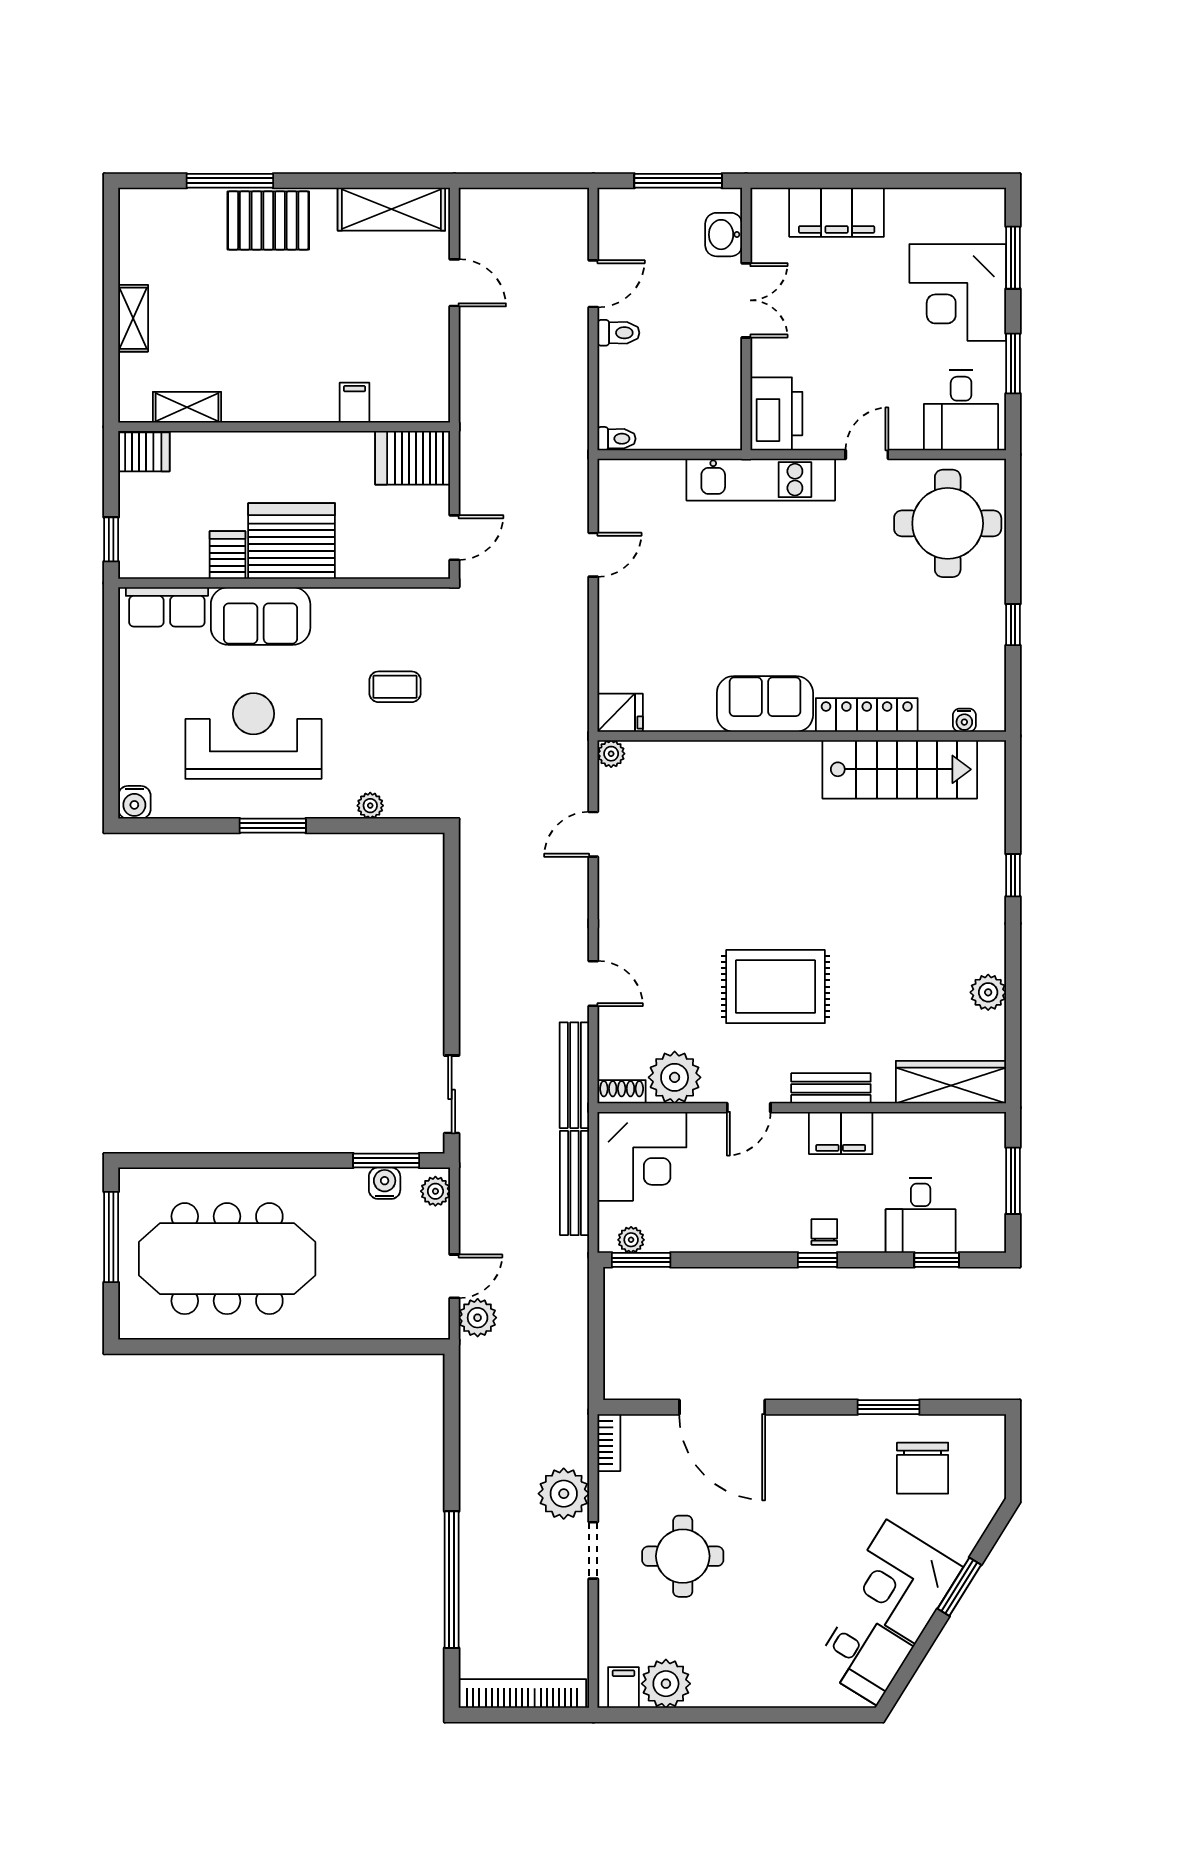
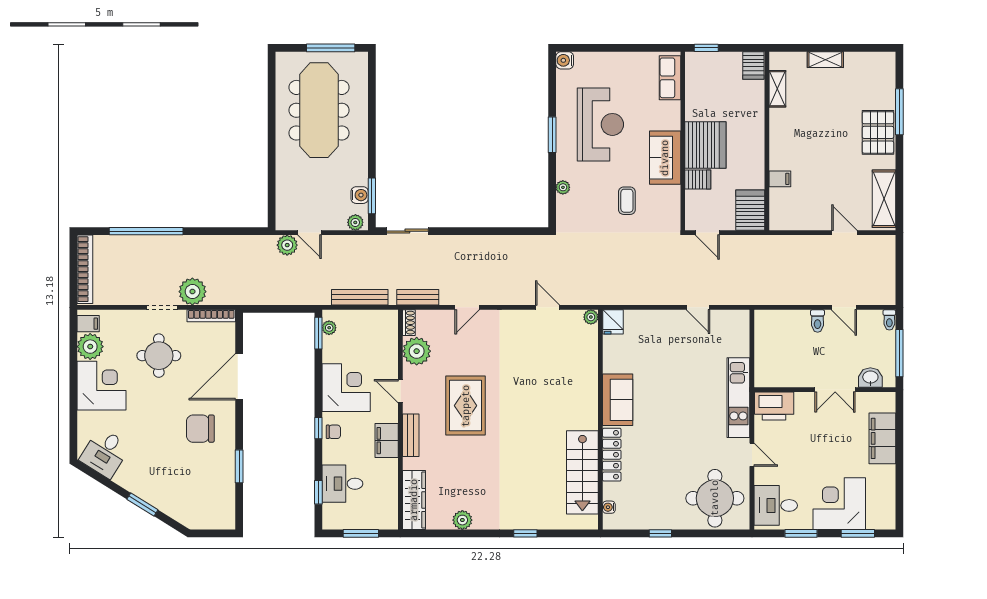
door: (454, 283) -> (844, 233), swing flipped
toilet: (617, 439) -> (889, 320), moved
server rack: (227, 555) -> (698, 179), moved
sofa: (261, 616) -> (665, 158), moved
bench: (574, 1075) -> (418, 297), width x0.73
corner desk: (642, 1156) -> (346, 388), moved, turned 180
bookcase: (609, 1443) -> (211, 316), width x1.56
chair: (923, 1468) -> (200, 429), moved
corner desk: (901, 1582) -> (102, 386), moved, turned 58

